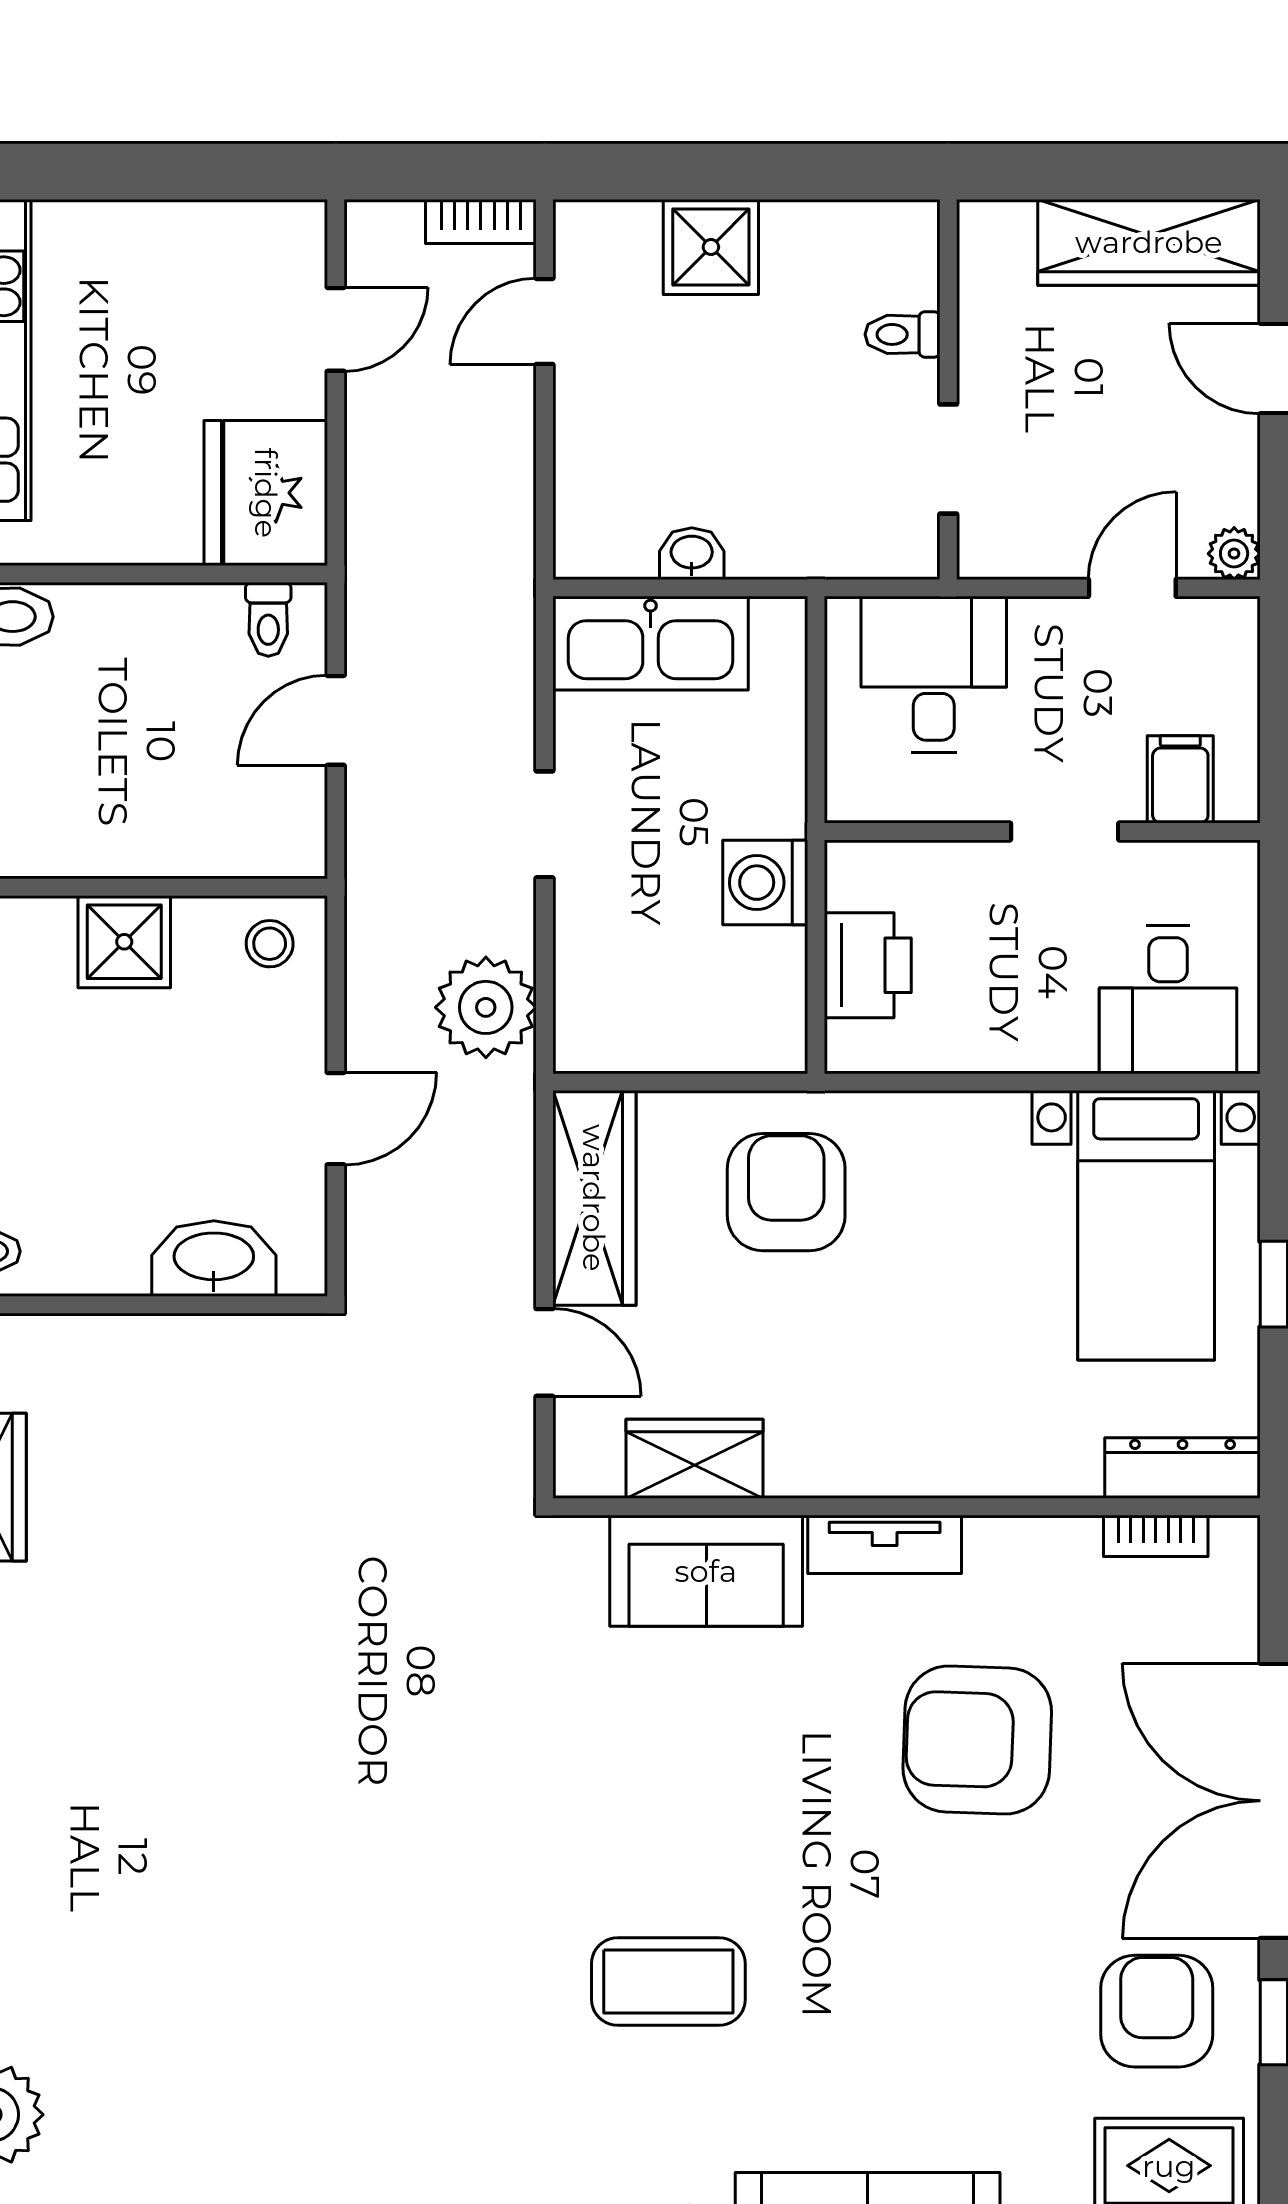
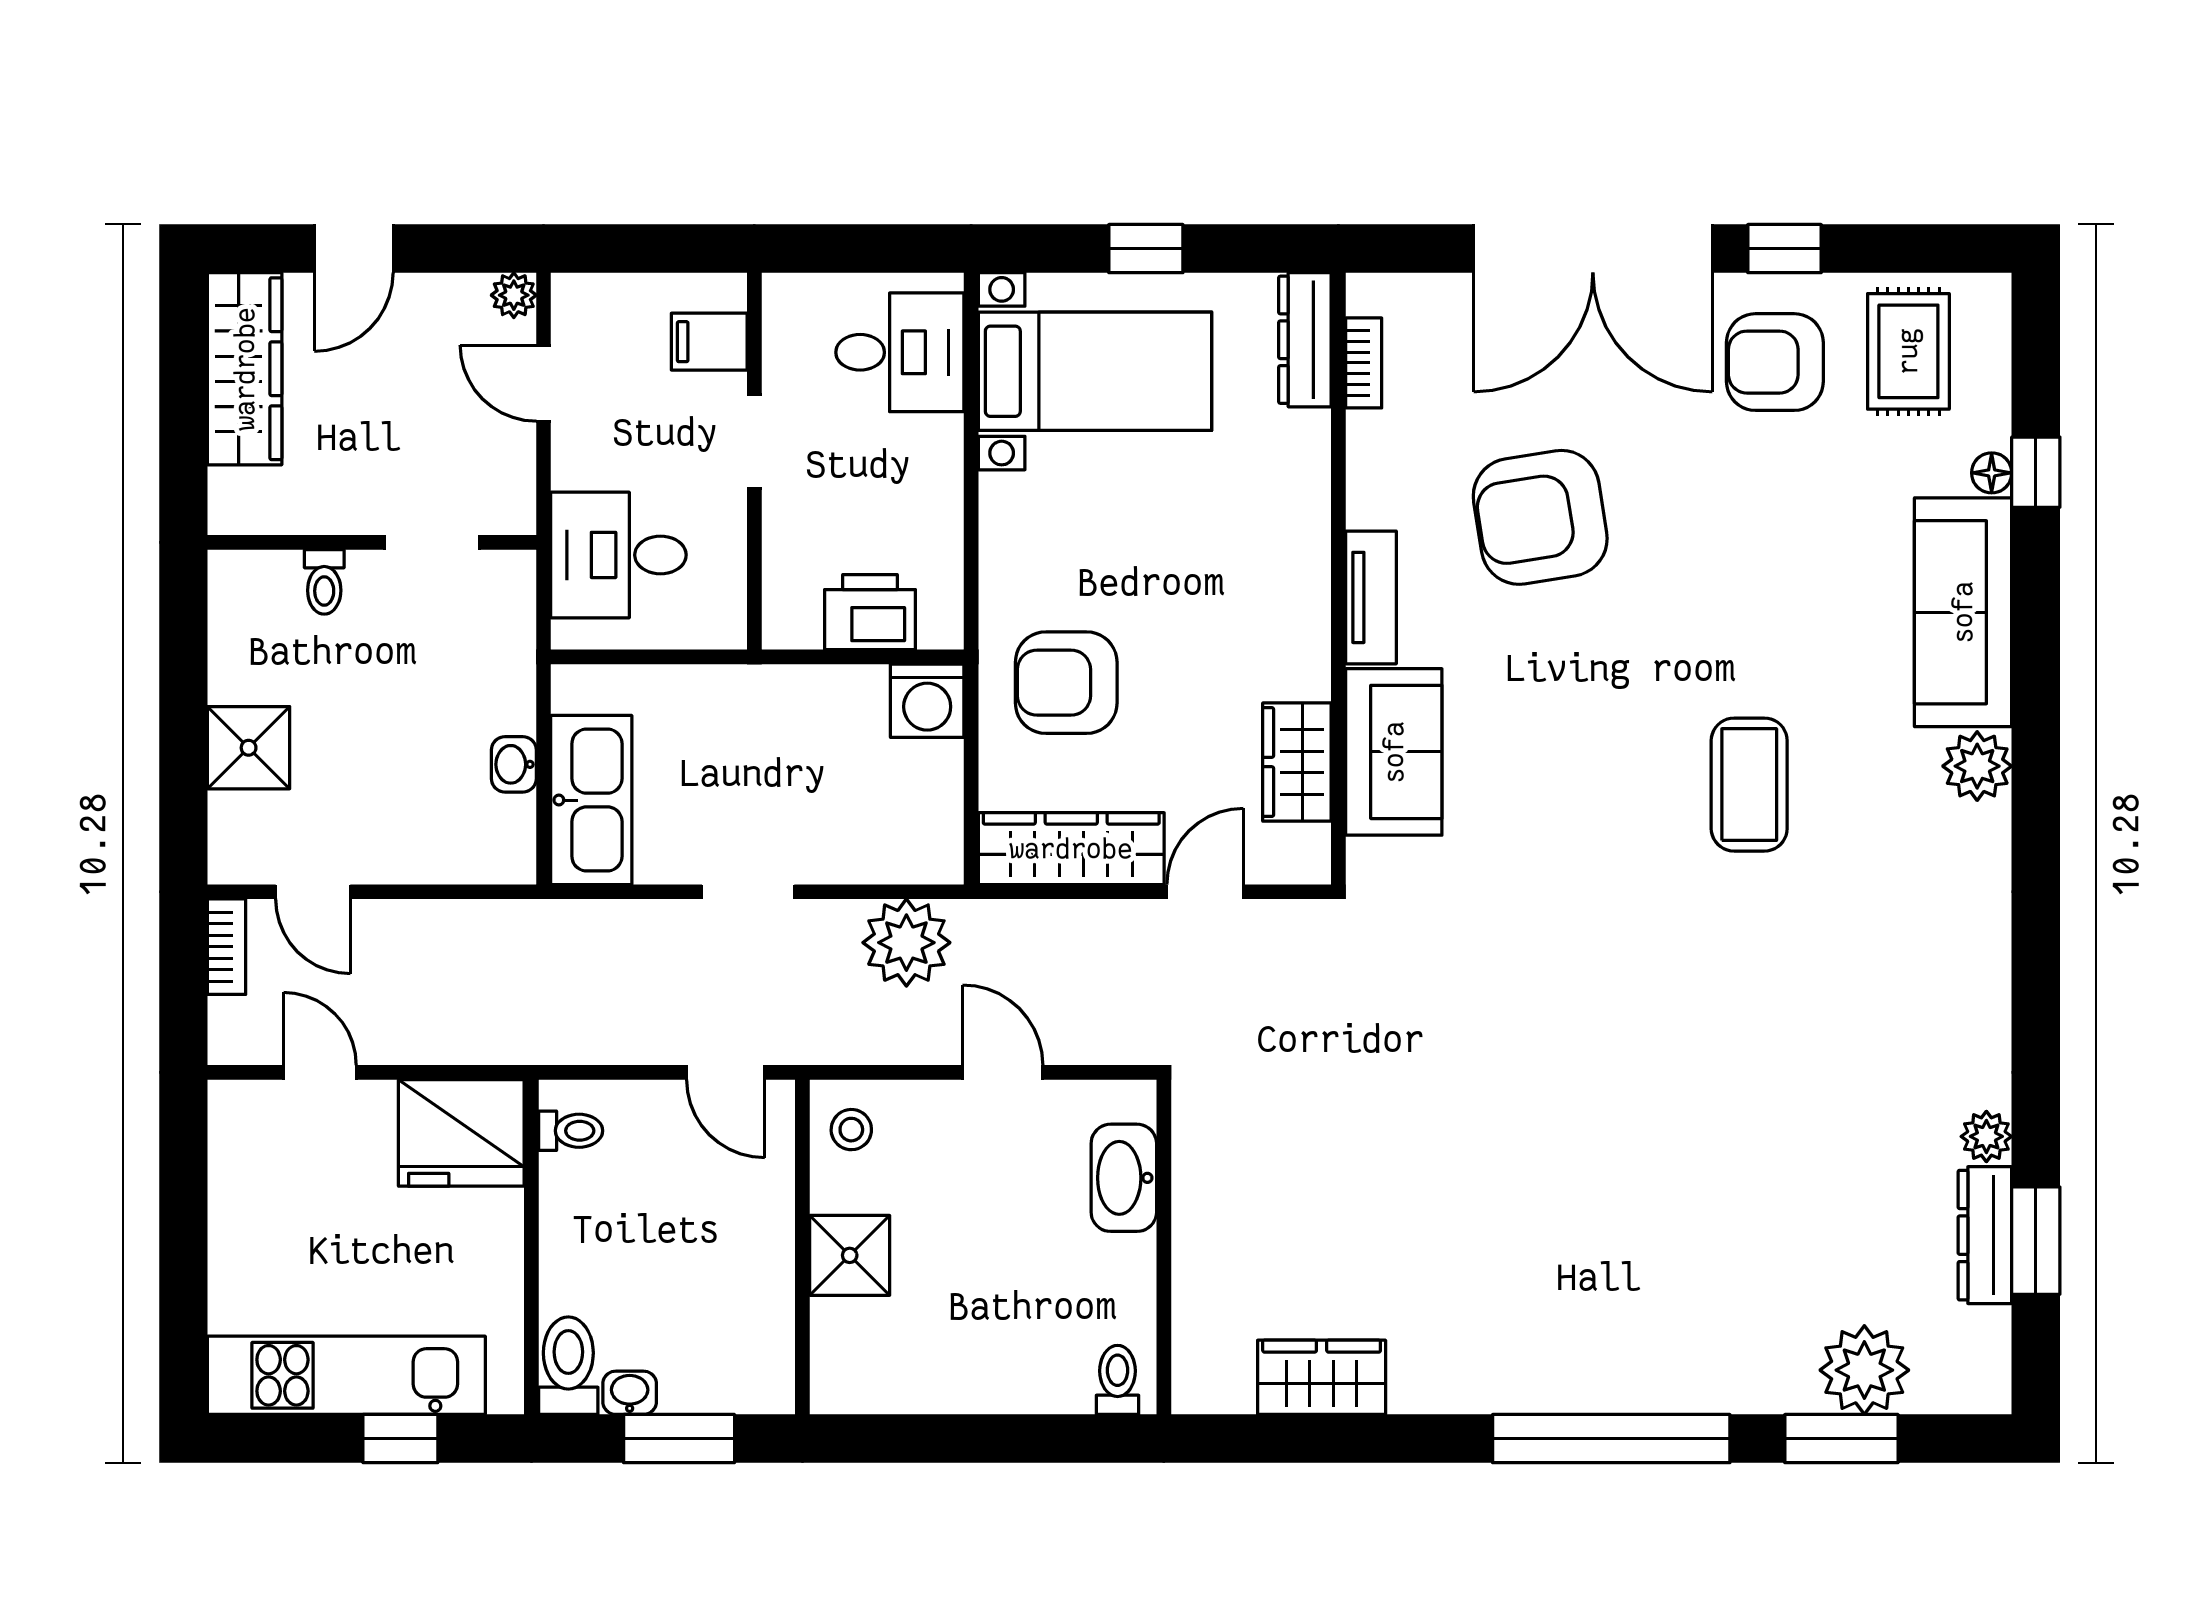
door: (336, 720) -> (726, 1072), moved
washing machine: (765, 883) -> (927, 701), moved
armchair: (977, 1740) -> (1540, 517), turned 79

